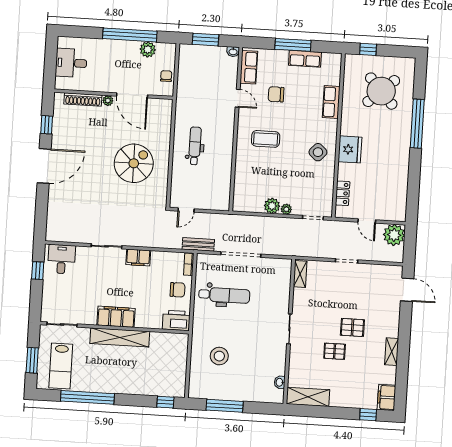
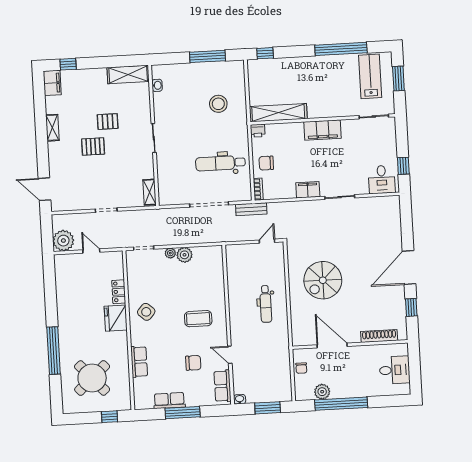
plant: (108, 101) -> (355, 338), removed
locker: (343, 193) -> (119, 292), moved
printer: (176, 320) -> (258, 131), width x0.53, depth x0.68
shelving: (120, 337) -> (278, 113), moved

